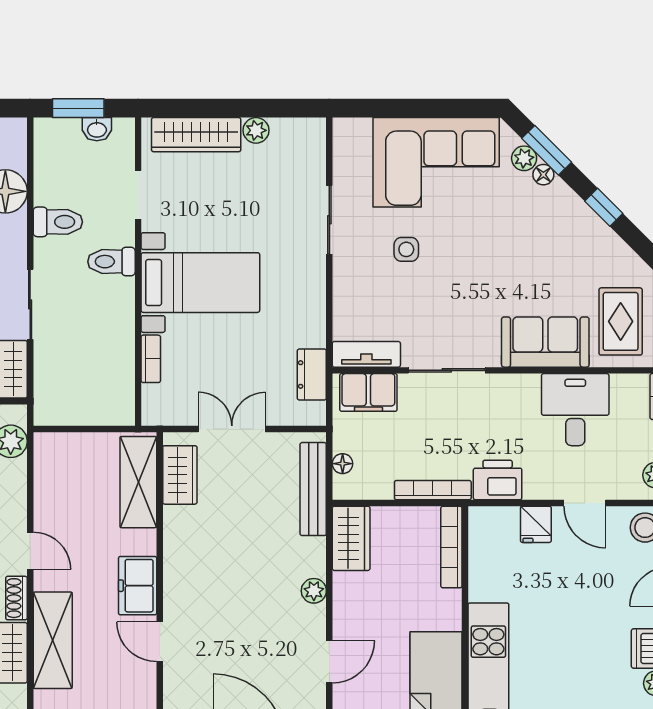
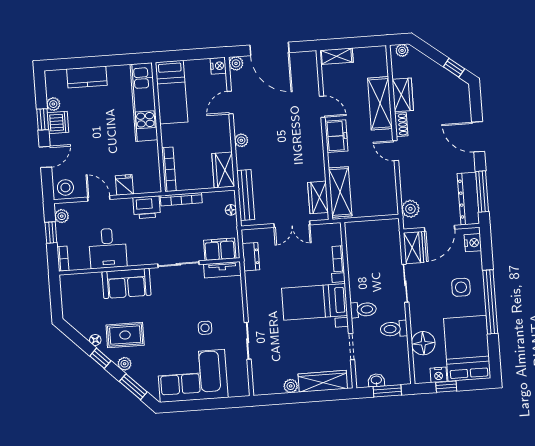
plant: (524, 158) -> (125, 364), moved
floor lamp: (543, 175) -> (95, 340), moved
rug: (621, 321) -> (125, 335), moved, turned 90

